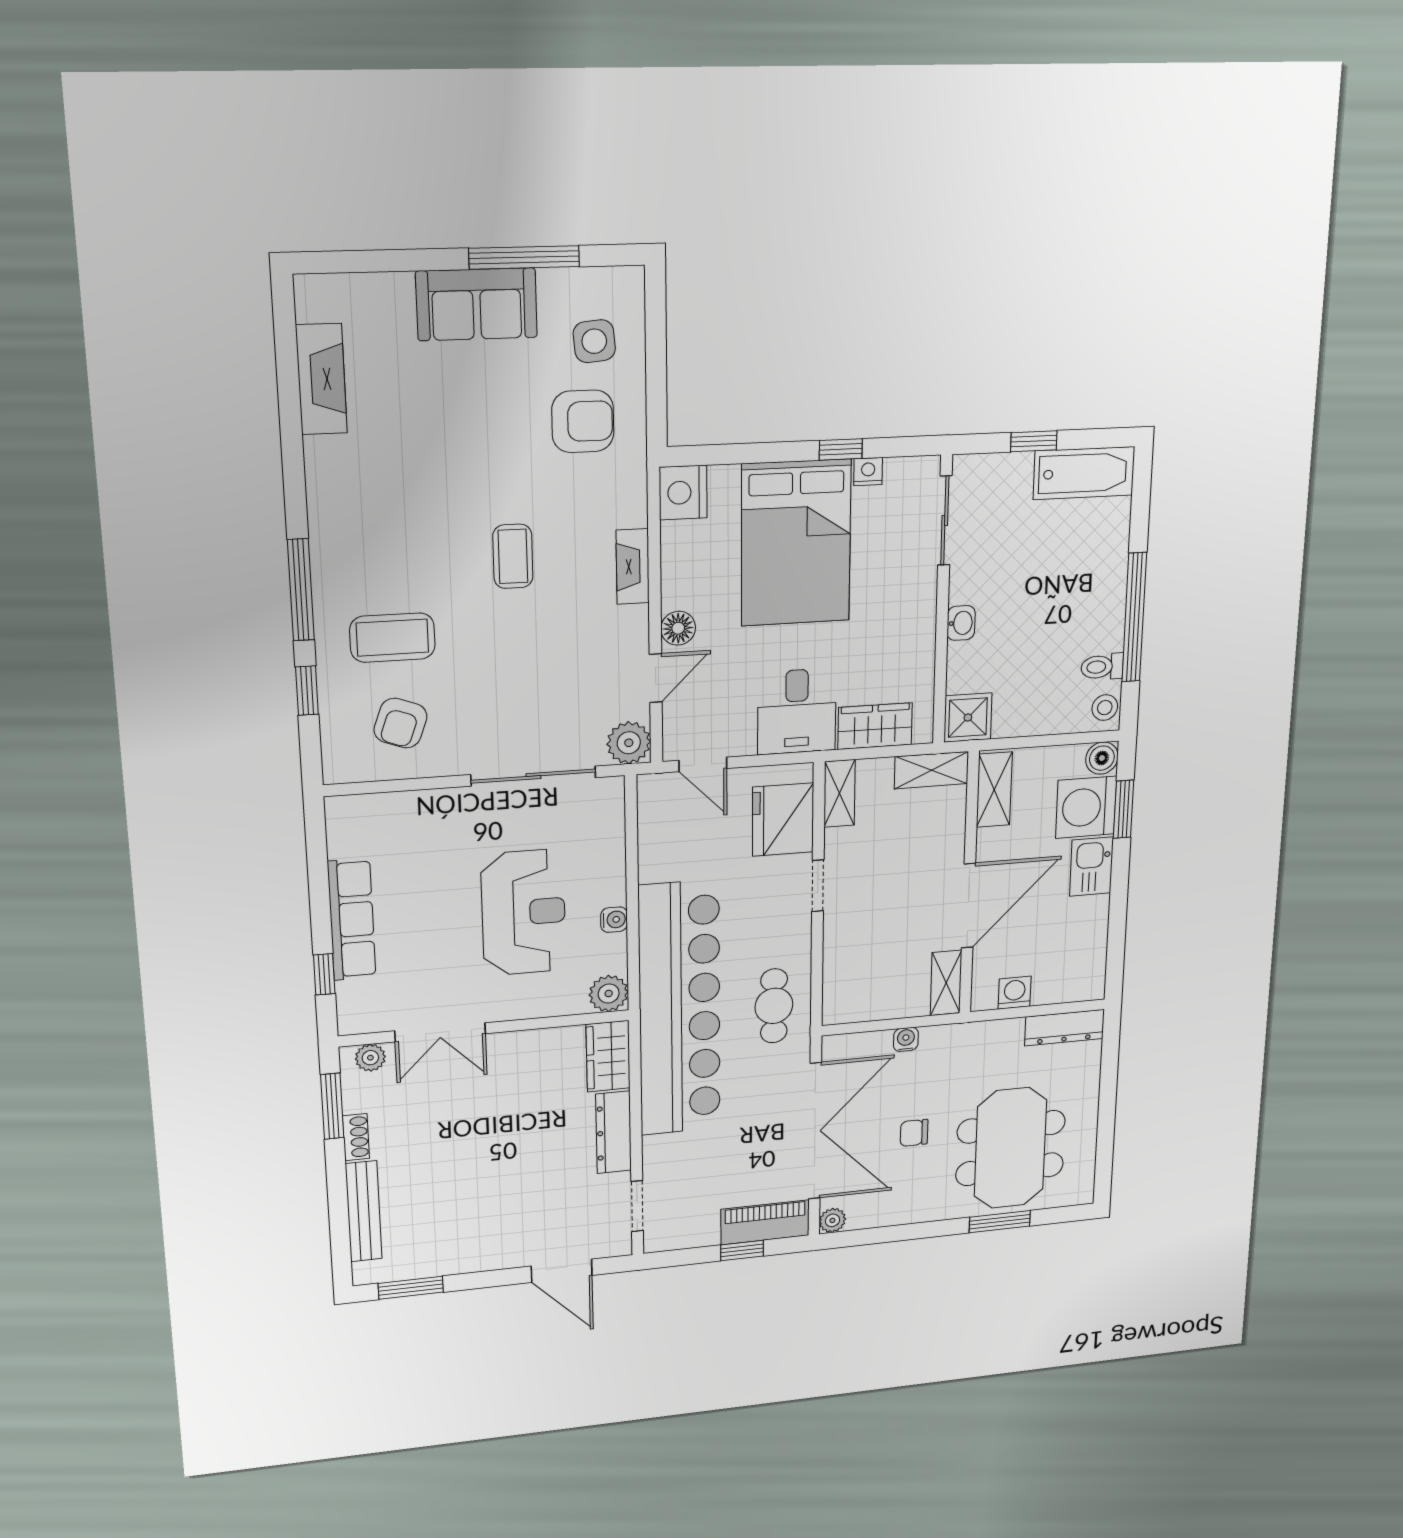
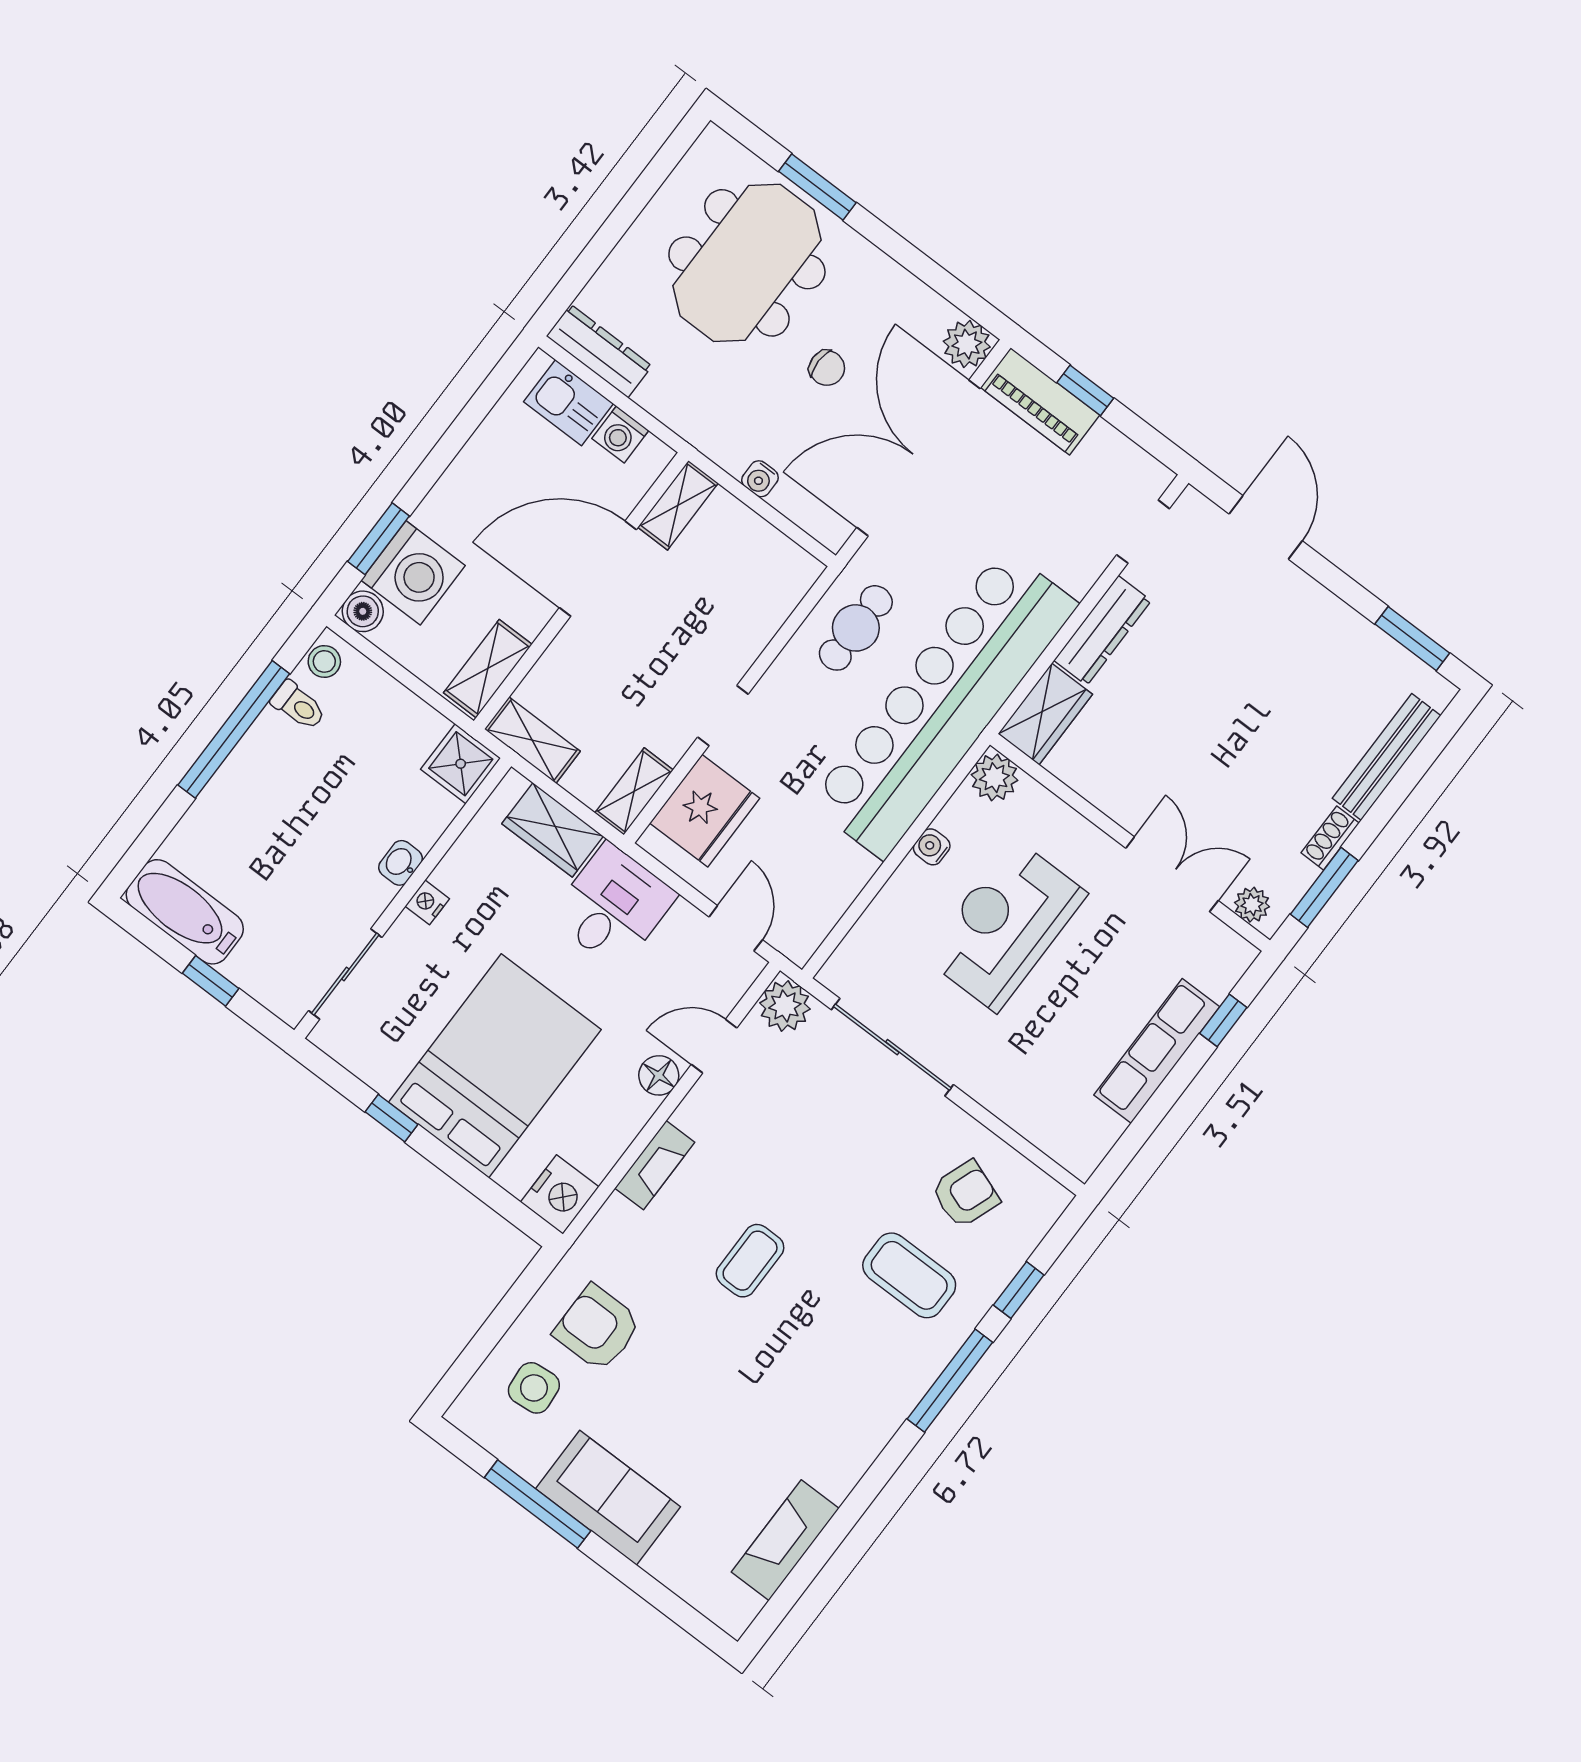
nightstand: (868, 472) -> (427, 902), moved, turned 90
kitchen sink: (1092, 867) -> (568, 403), moved, turned 90
plant: (832, 1220) -> (967, 344), width x1.38, depth x1.38

